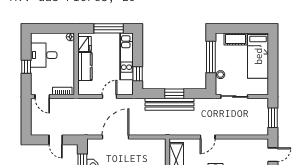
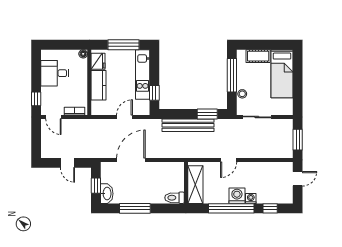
window: (26, 67) -> (36, 99), moved
window: (174, 94) -> (207, 114), moved

